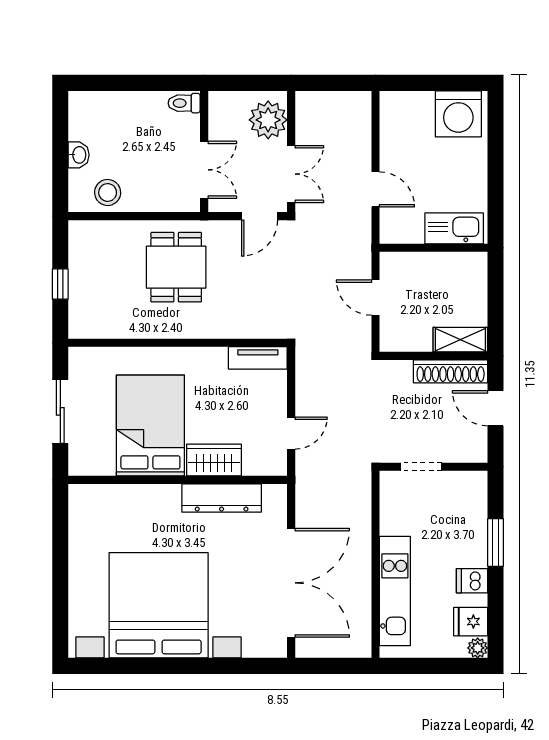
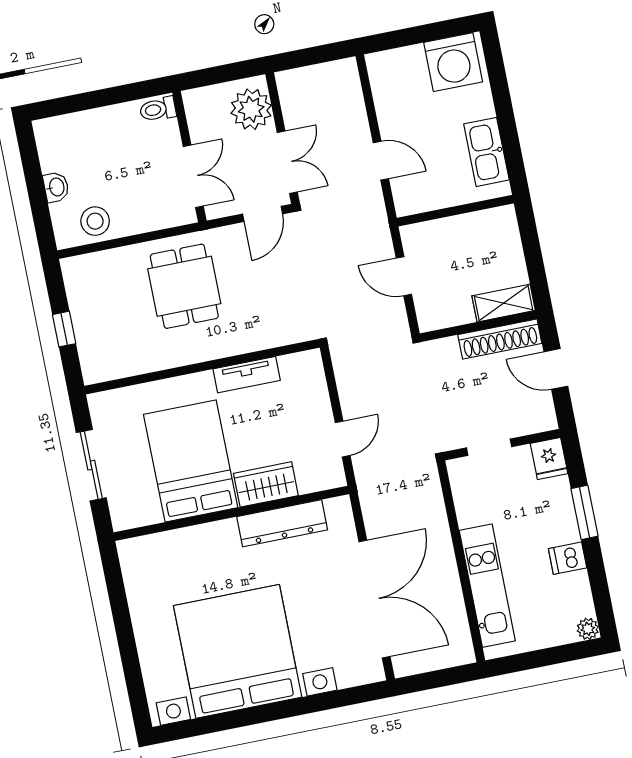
kitchen sink: (454, 228) -> (486, 152), moved, turned -90
tv unit: (258, 358) -> (247, 375), moved
fridge: (471, 622) -> (549, 458), moved, turned -90

